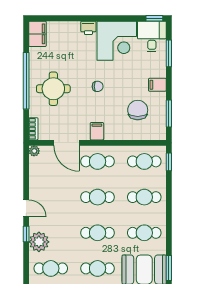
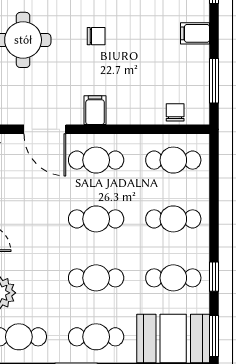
chair: (138, 110) -> (175, 112), moved, width x0.54, depth x0.54
window: (169, 162) -> (214, 277), moved

